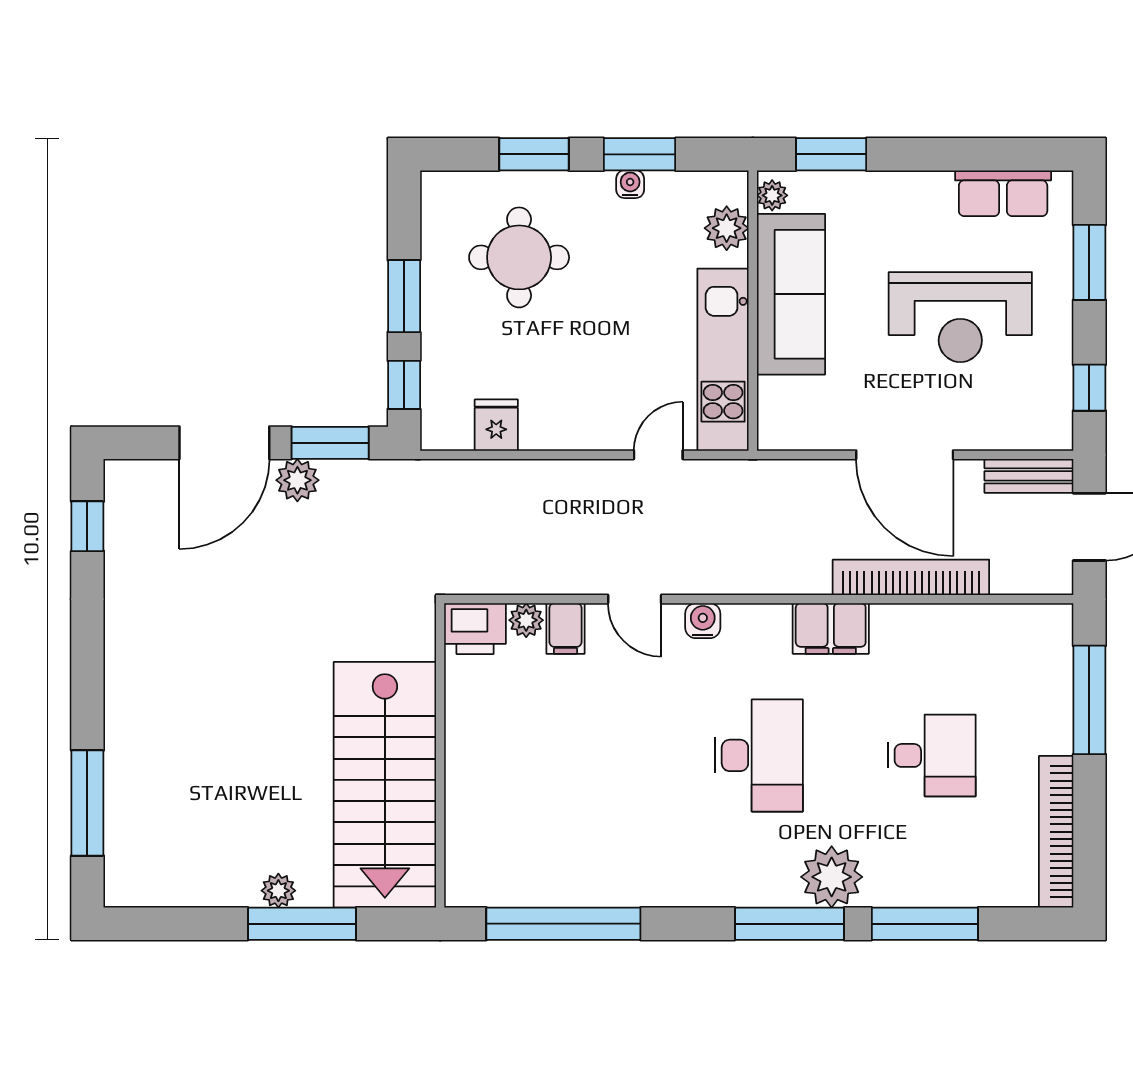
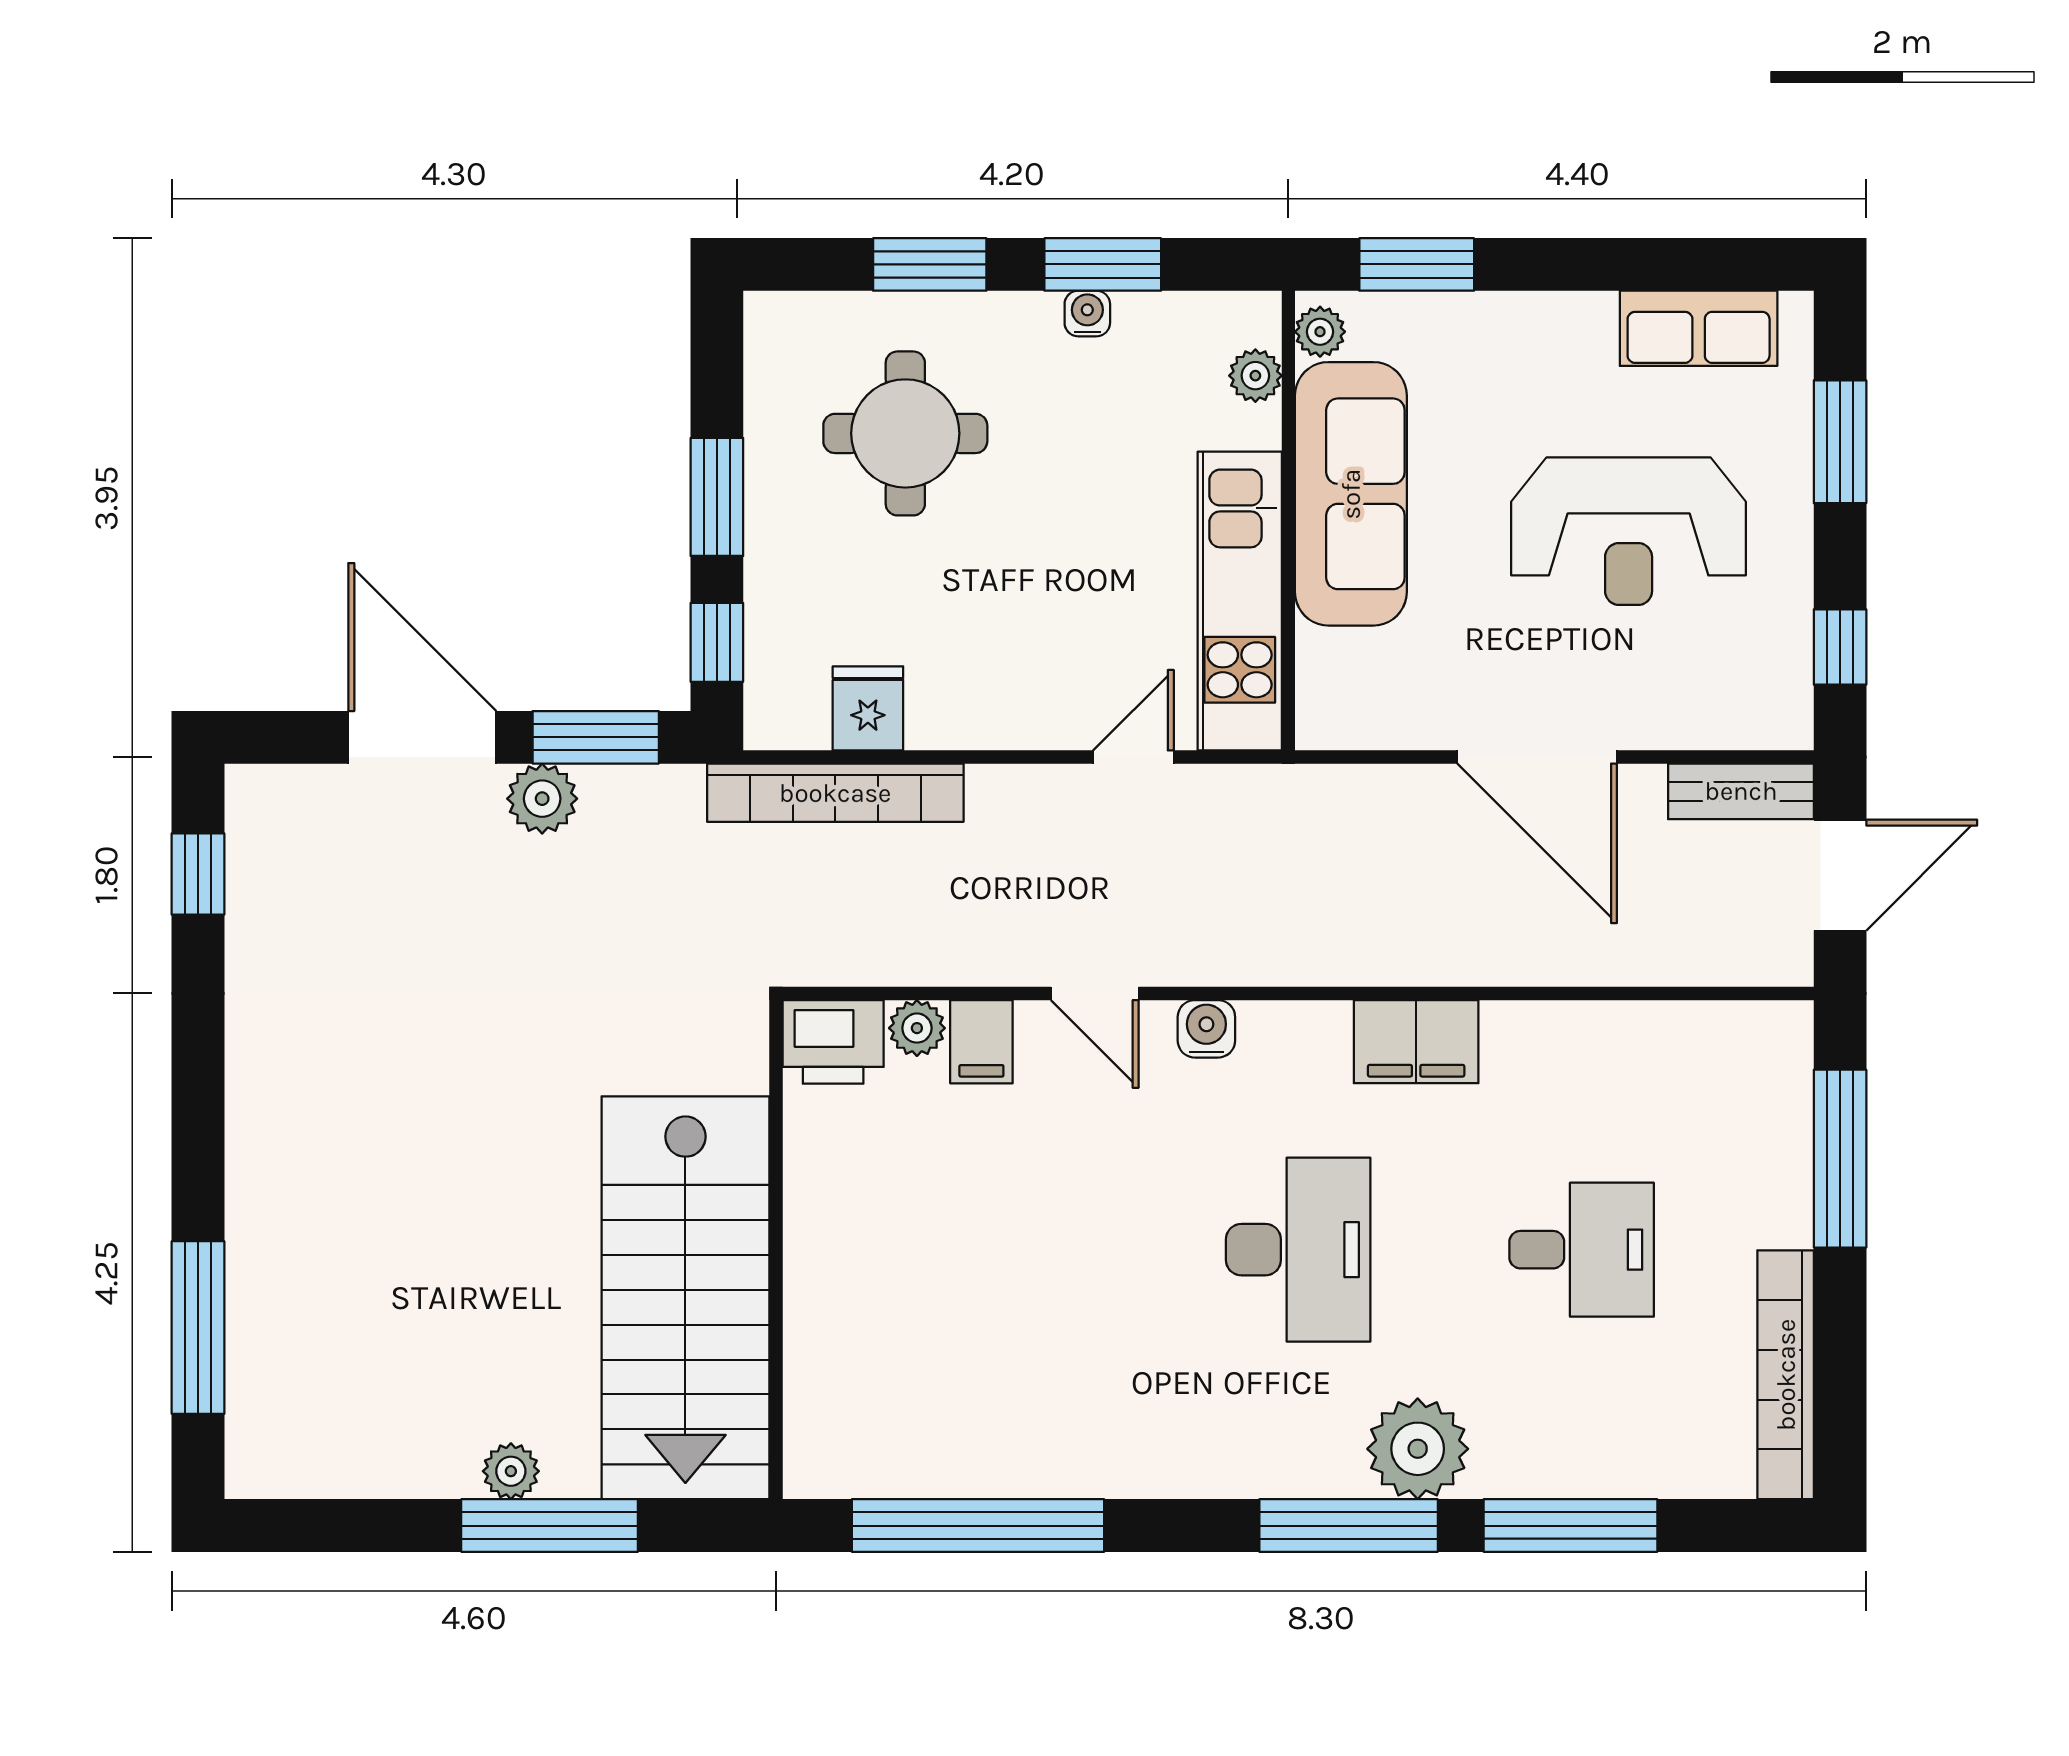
plant: (727, 228) -> (1255, 376), width x0.73, depth x0.73
door: (224, 443) -> (422, 737), swing flipped
bookcase: (911, 577) -> (835, 793), moved, turned 180

